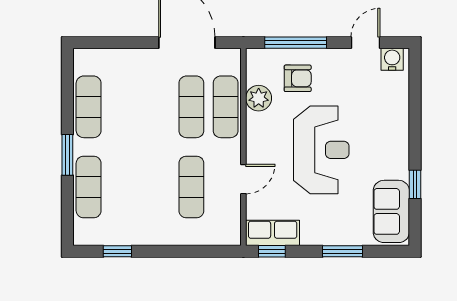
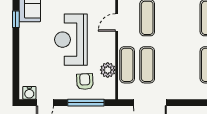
armchair: (298, 78) -> (85, 82), turned 88

